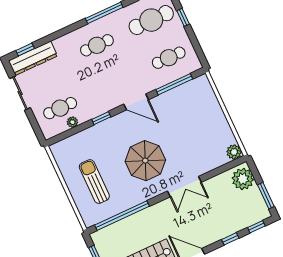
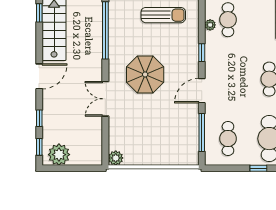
plant: (243, 179) -> (59, 155), moved
sun lounger: (94, 182) -> (163, 15), moved
window: (266, 196) -> (63, 168), removed

